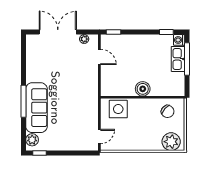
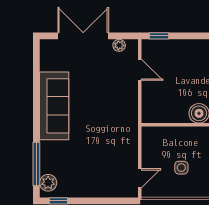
window: (23, 101) -> (36, 164), moved
sofa: (36, 108) -> (54, 106), moved
side table: (118, 109) -> (181, 168), moved, width x0.54, depth x0.54

